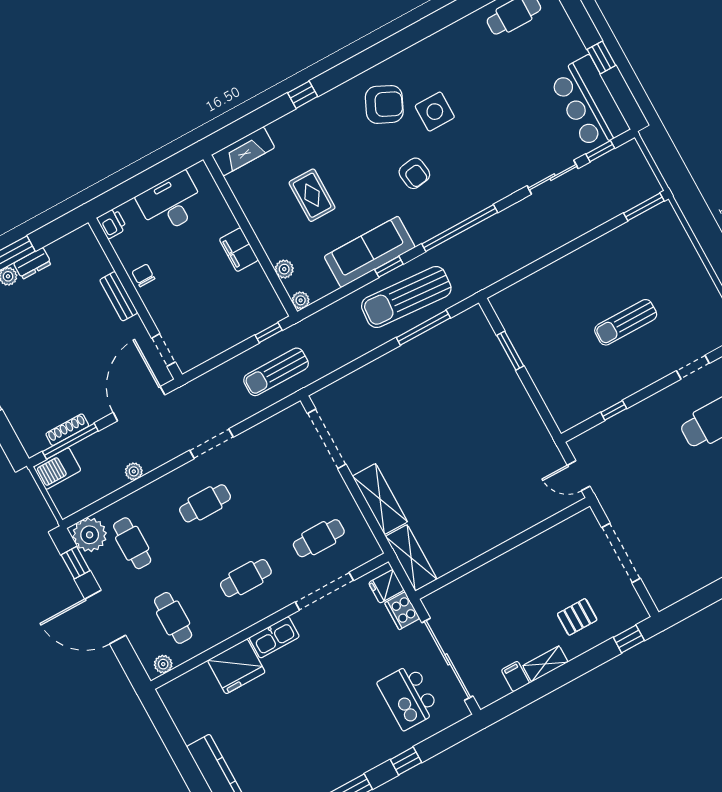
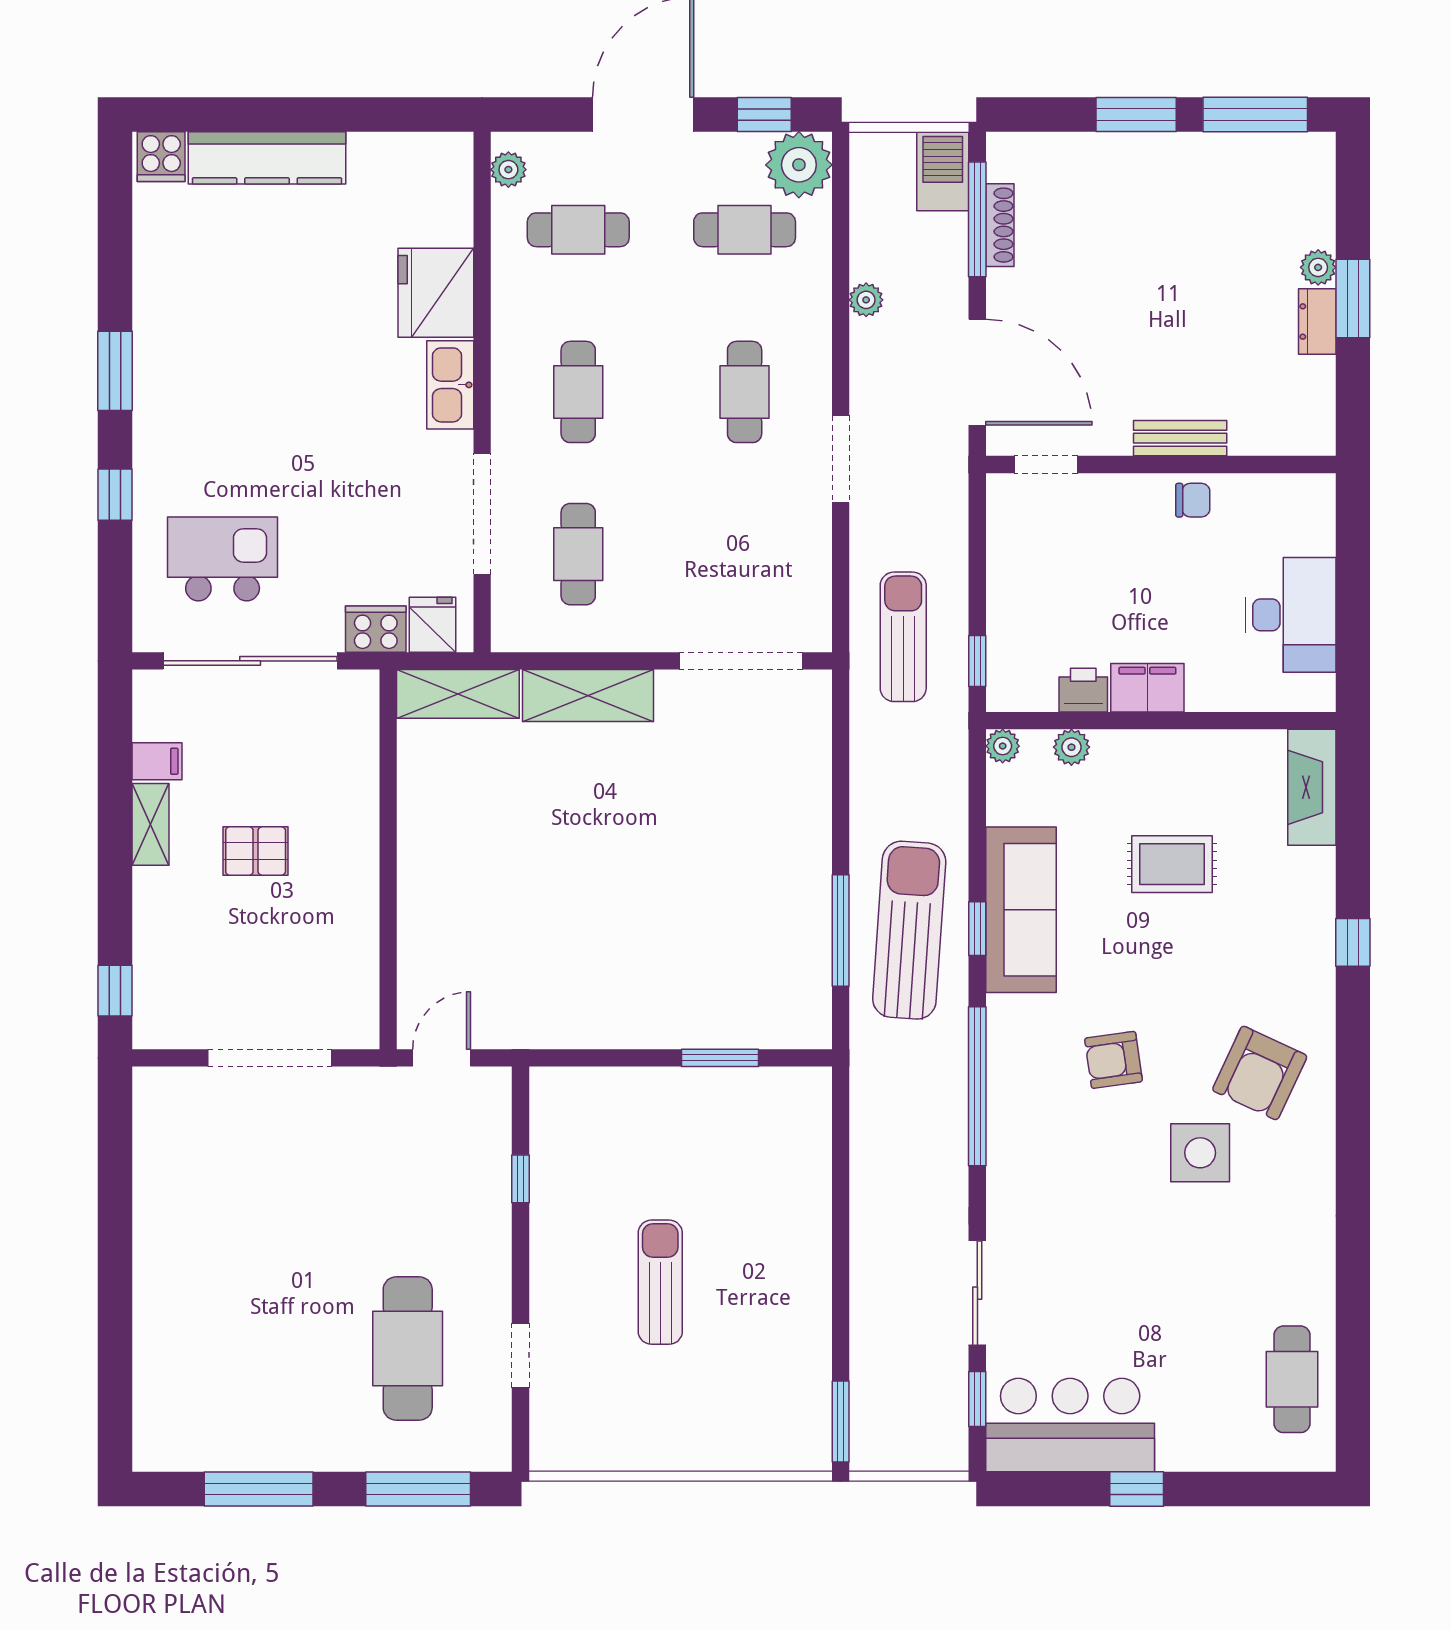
printer: (112, 223) -> (1083, 690), moved, turned 180
pallet: (577, 617) -> (256, 851), moved, turned 90

